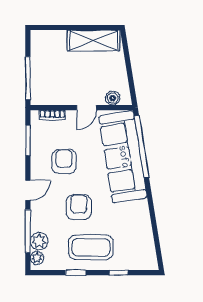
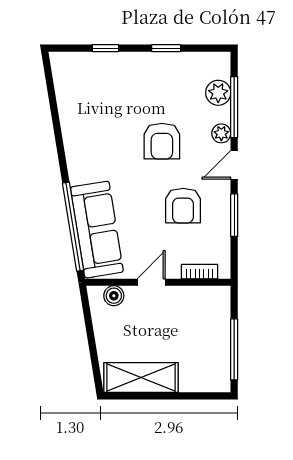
window: (28, 78) -> (234, 349), moved
window: (28, 140) -> (234, 215), moved
sofa: (123, 157) -> (97, 230), width x0.74, depth x0.79
coffee table: (91, 247) -> (145, 84), removed
plant: (37, 258) -> (221, 133), moved

